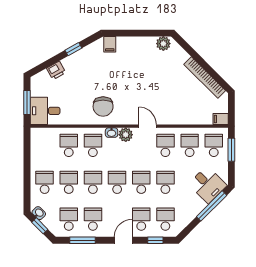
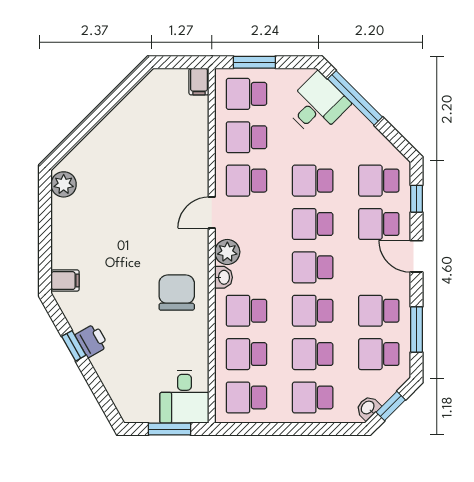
printer: (56, 70) -> (92, 341), moved
bookcase: (205, 78) -> (125, 110), removed
chair: (103, 107) -> (177, 293), turned -90
school desk: (45, 145) -> (246, 397), added

